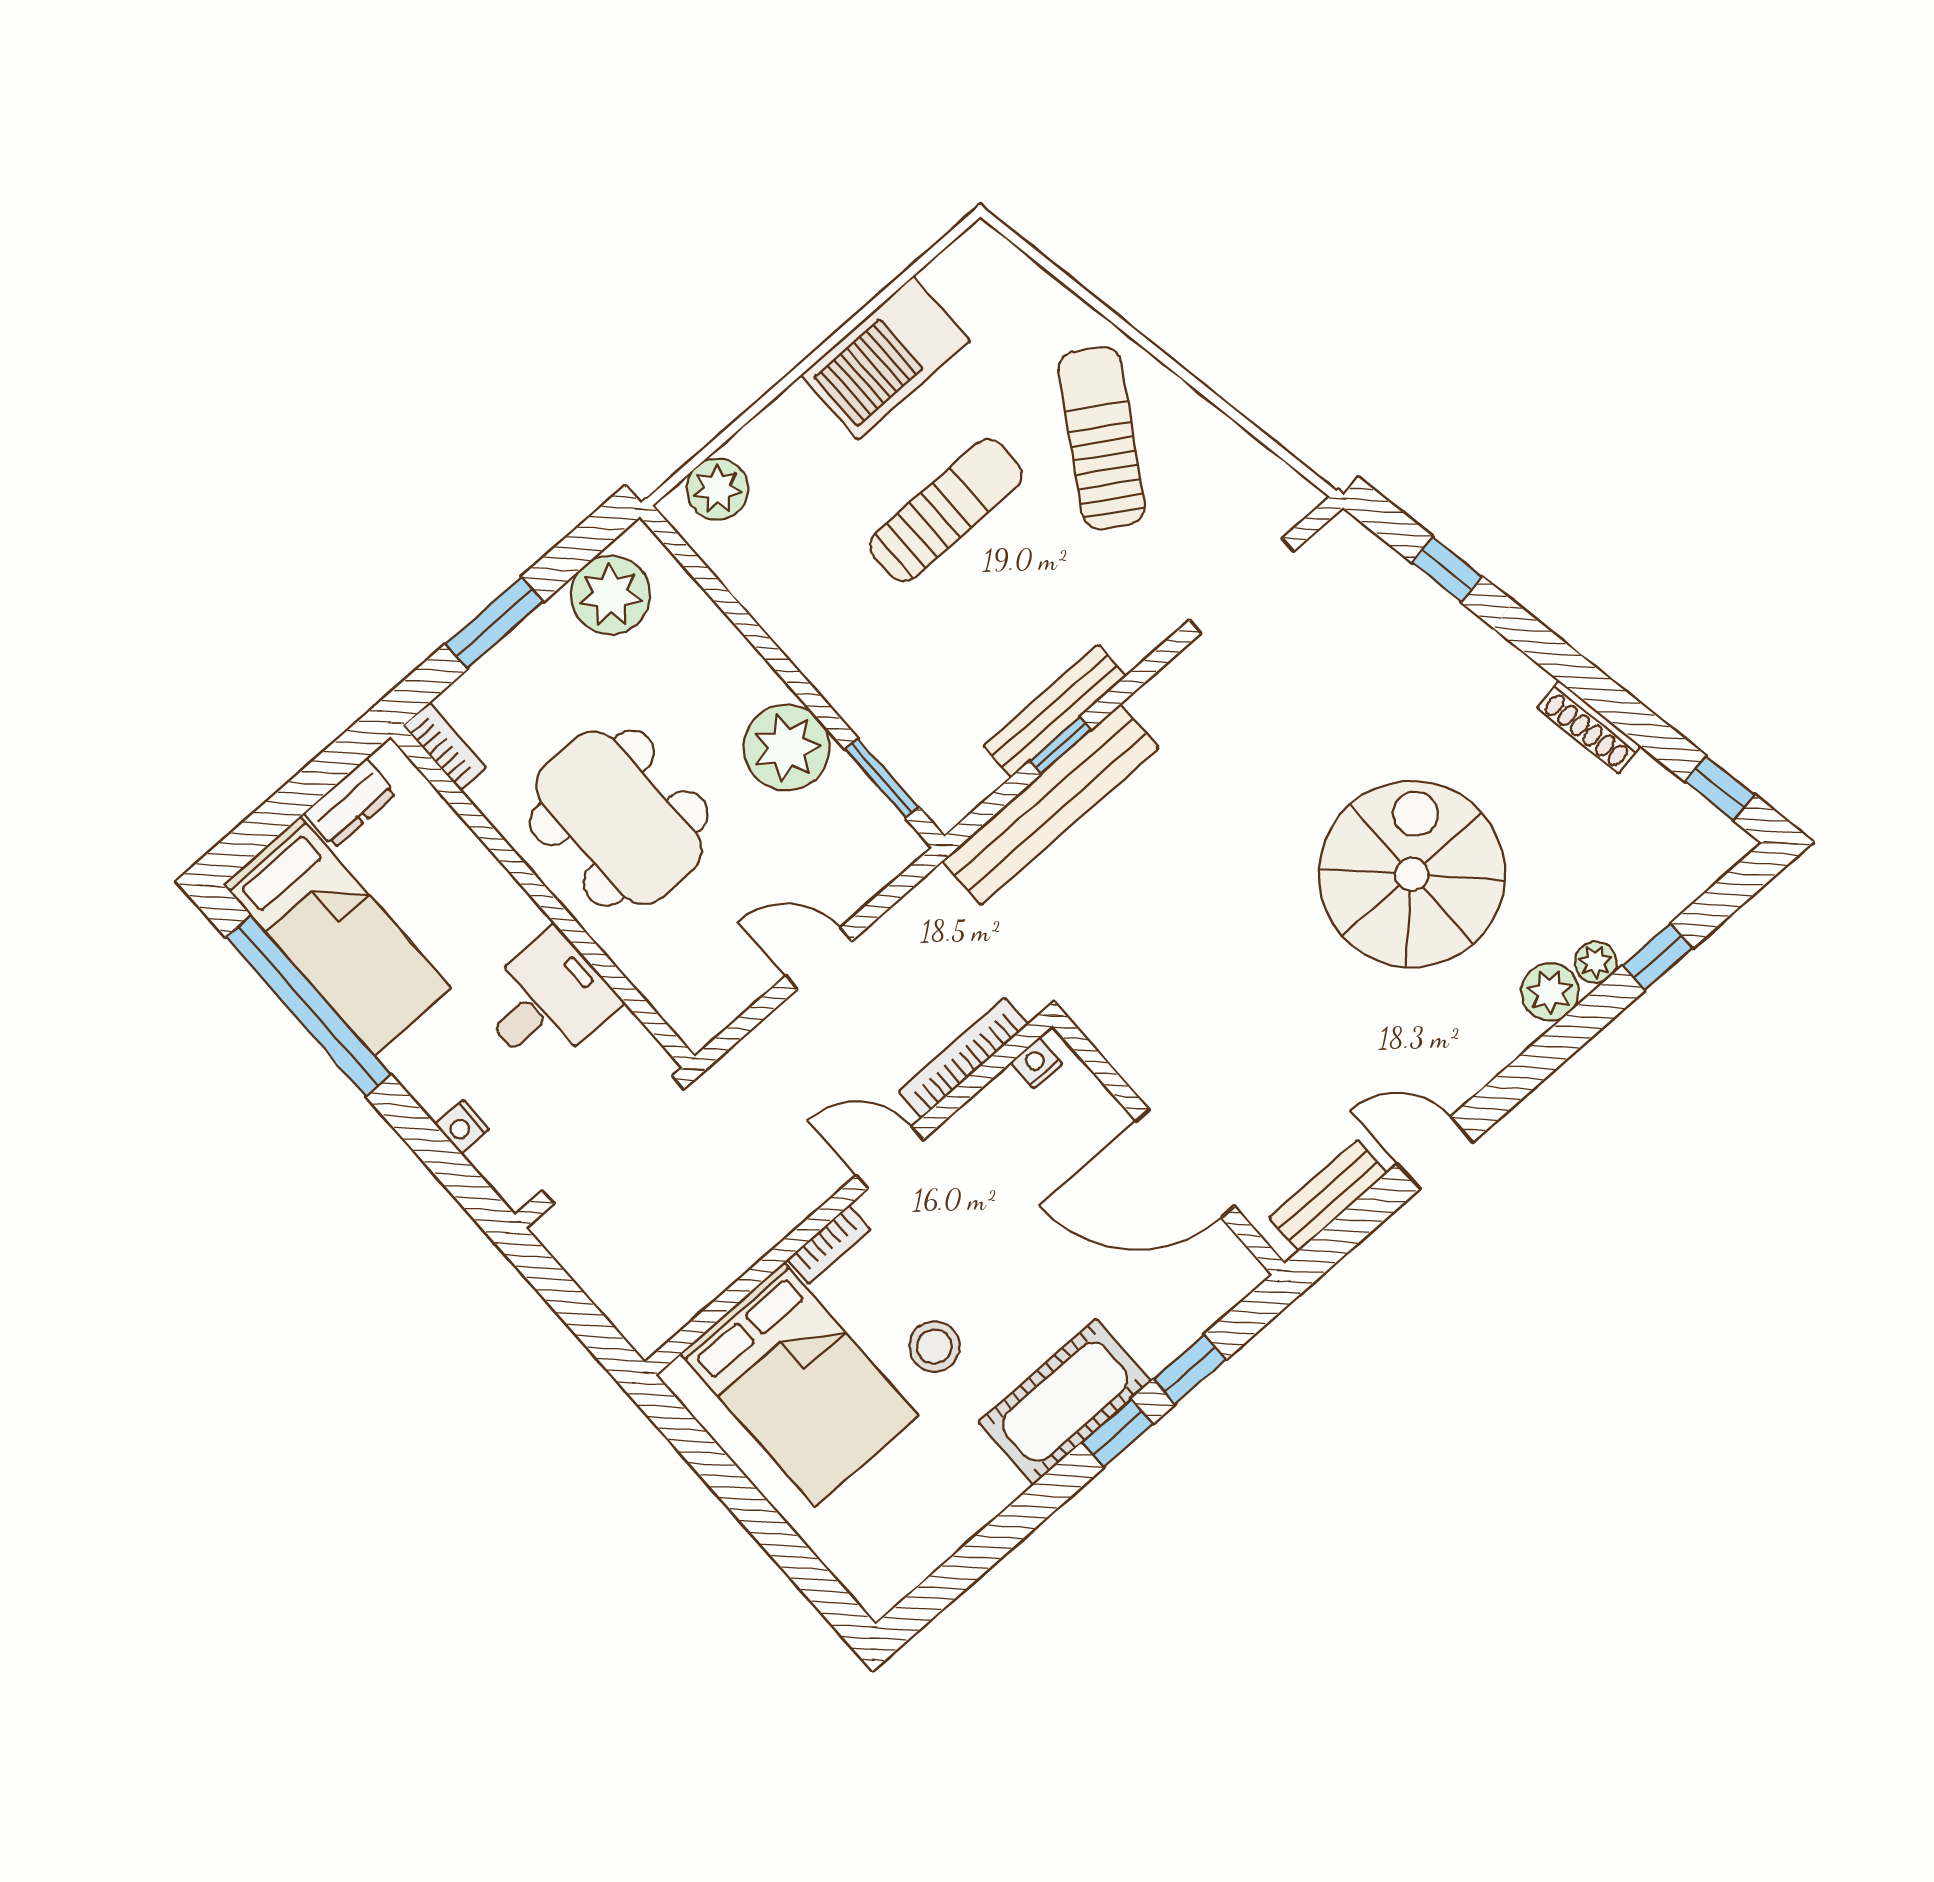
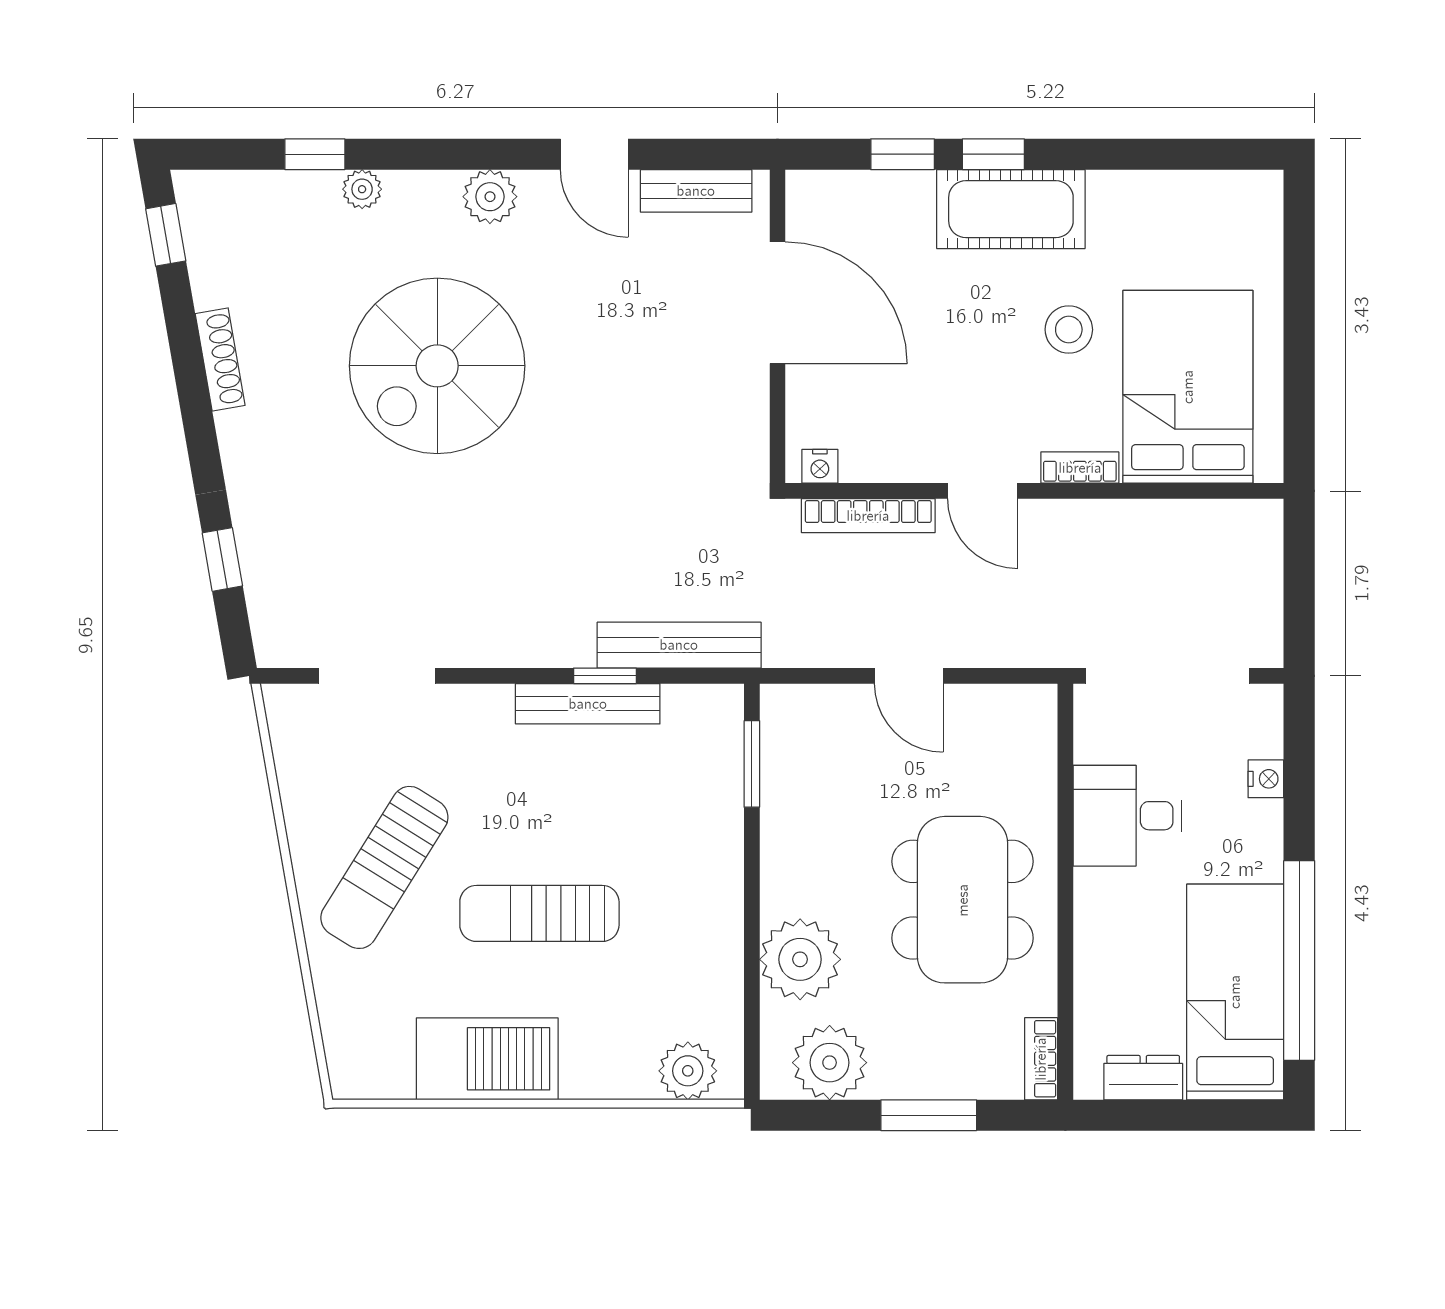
plant: (787, 748) -> (800, 959), moved
bench: (1050, 805) -> (679, 645), width x0.73, depth x0.82
plant: (1550, 992) -> (490, 197), moved

